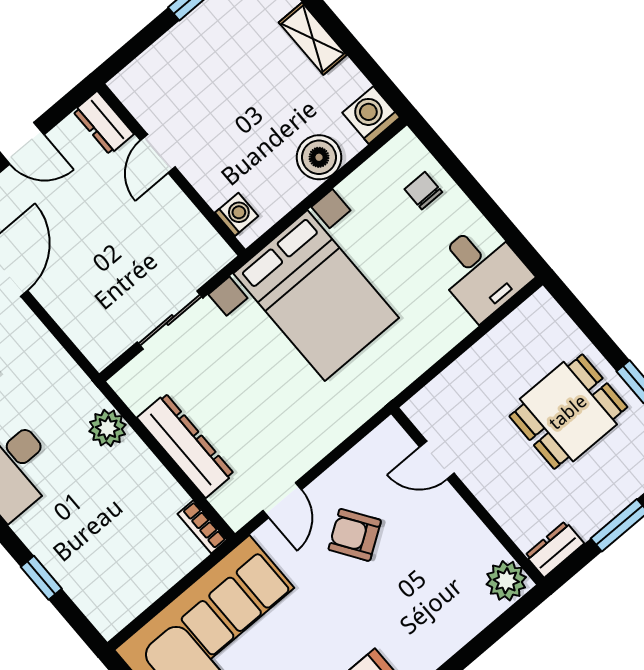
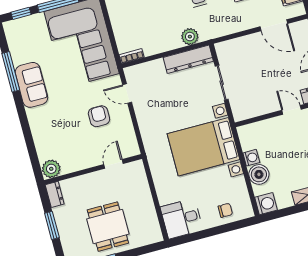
washing machine: (237, 214) -> (251, 158), moved, turned -90
dresser: (186, 446) -> (188, 59), moved
armchair: (355, 535) -> (99, 116), turned -56

